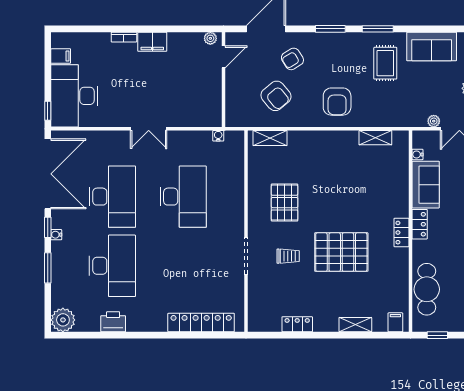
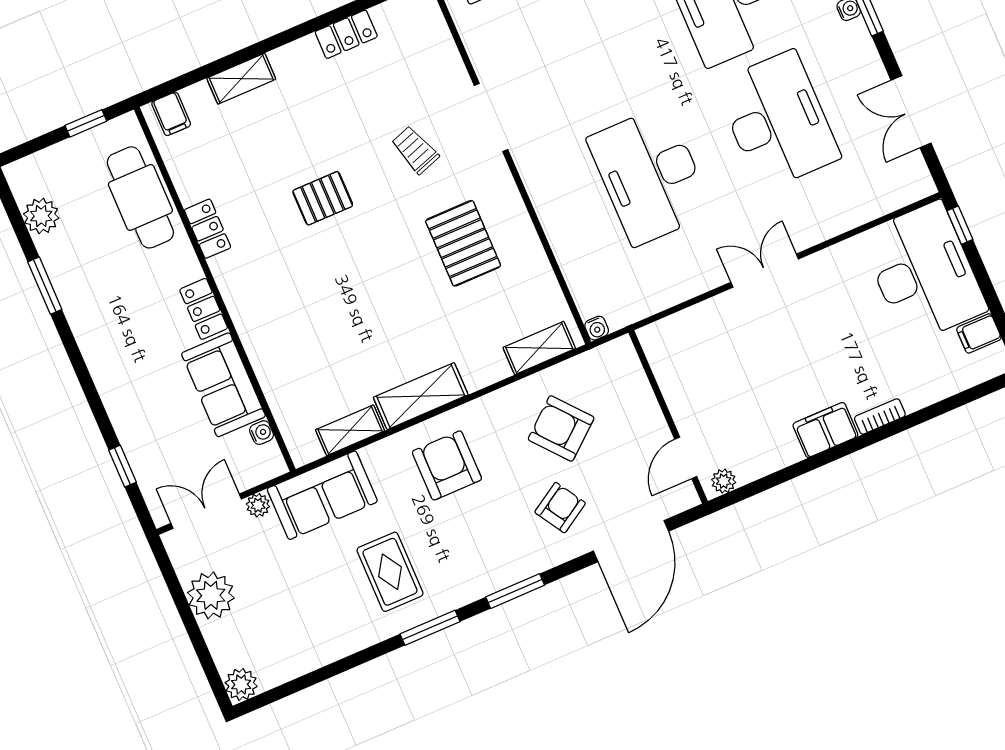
sofa: (432, 46) -> (322, 495), moved, turned 180
water cooler: (218, 136) -> (597, 328), moved
shelving: (335, 139) -> (421, 396), added
double door: (48, 174) -> (911, 112), width x0.54
desk: (112, 197) -> (777, 121), turned 180
locker: (402, 233) -> (208, 229), moved
pallet: (341, 252) -> (323, 198), width x0.49, depth x0.50
trolley: (288, 256) -> (415, 150), turned 71

